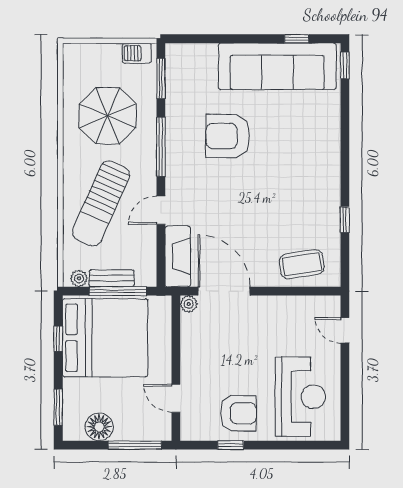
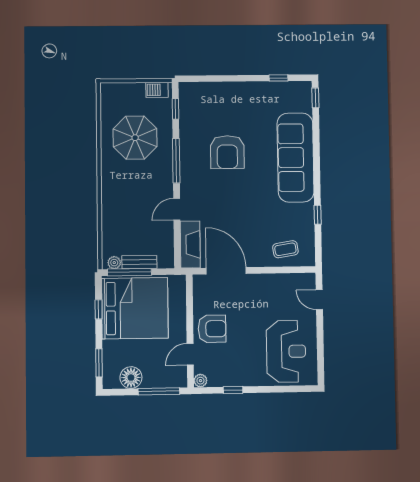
sofa: (277, 66) -> (296, 158), moved, turned 90
window: (161, 78) -> (176, 109), width x0.67
armchair: (228, 136) -> (227, 152), turned -90
sun lounger: (101, 203) -> (131, 205), removed
coffee table: (302, 264) -> (285, 249), width x0.73, depth x0.77
window: (118, 291) -> (129, 272), moved
plant: (189, 304) -> (200, 381), moved
door: (176, 398) -> (190, 354), hinge flipped
armchair: (238, 413) -> (212, 329), moved

